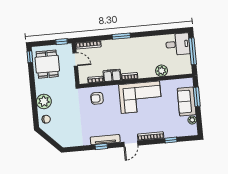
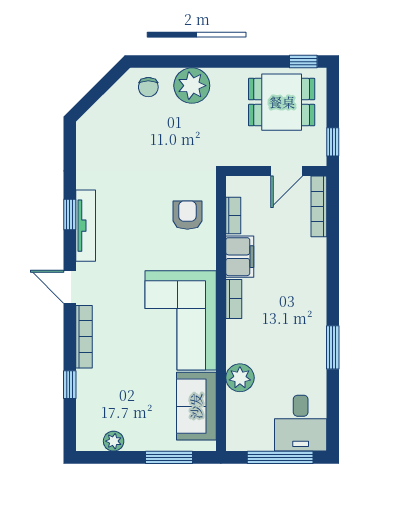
window: (121, 36) -> (333, 347), moved
sofa: (187, 101) -> (196, 406), moved, turned -90

